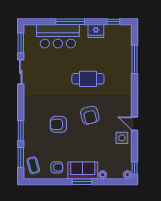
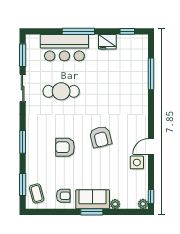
cafe table: (88, 79) -> (61, 91), moved
door: (134, 124) -> (151, 146), hinge flipped
window: (21, 131) -> (23, 142), moved

